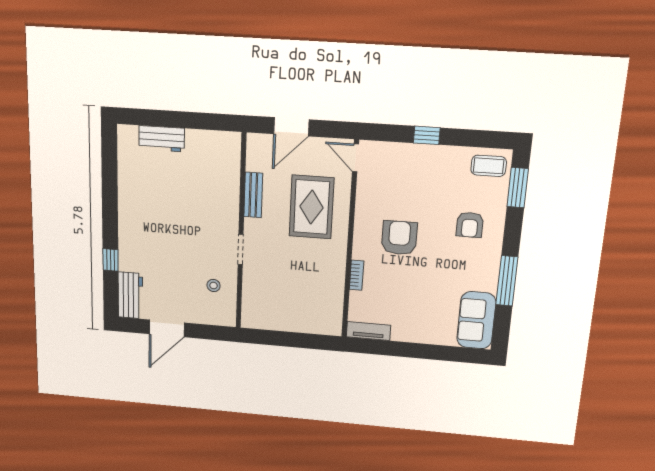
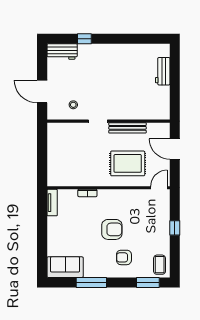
bench: (253, 195) -> (127, 128), width x1.36
armchair: (399, 238) -> (112, 229), moved
door: (167, 328) -> (42, 92), moved

